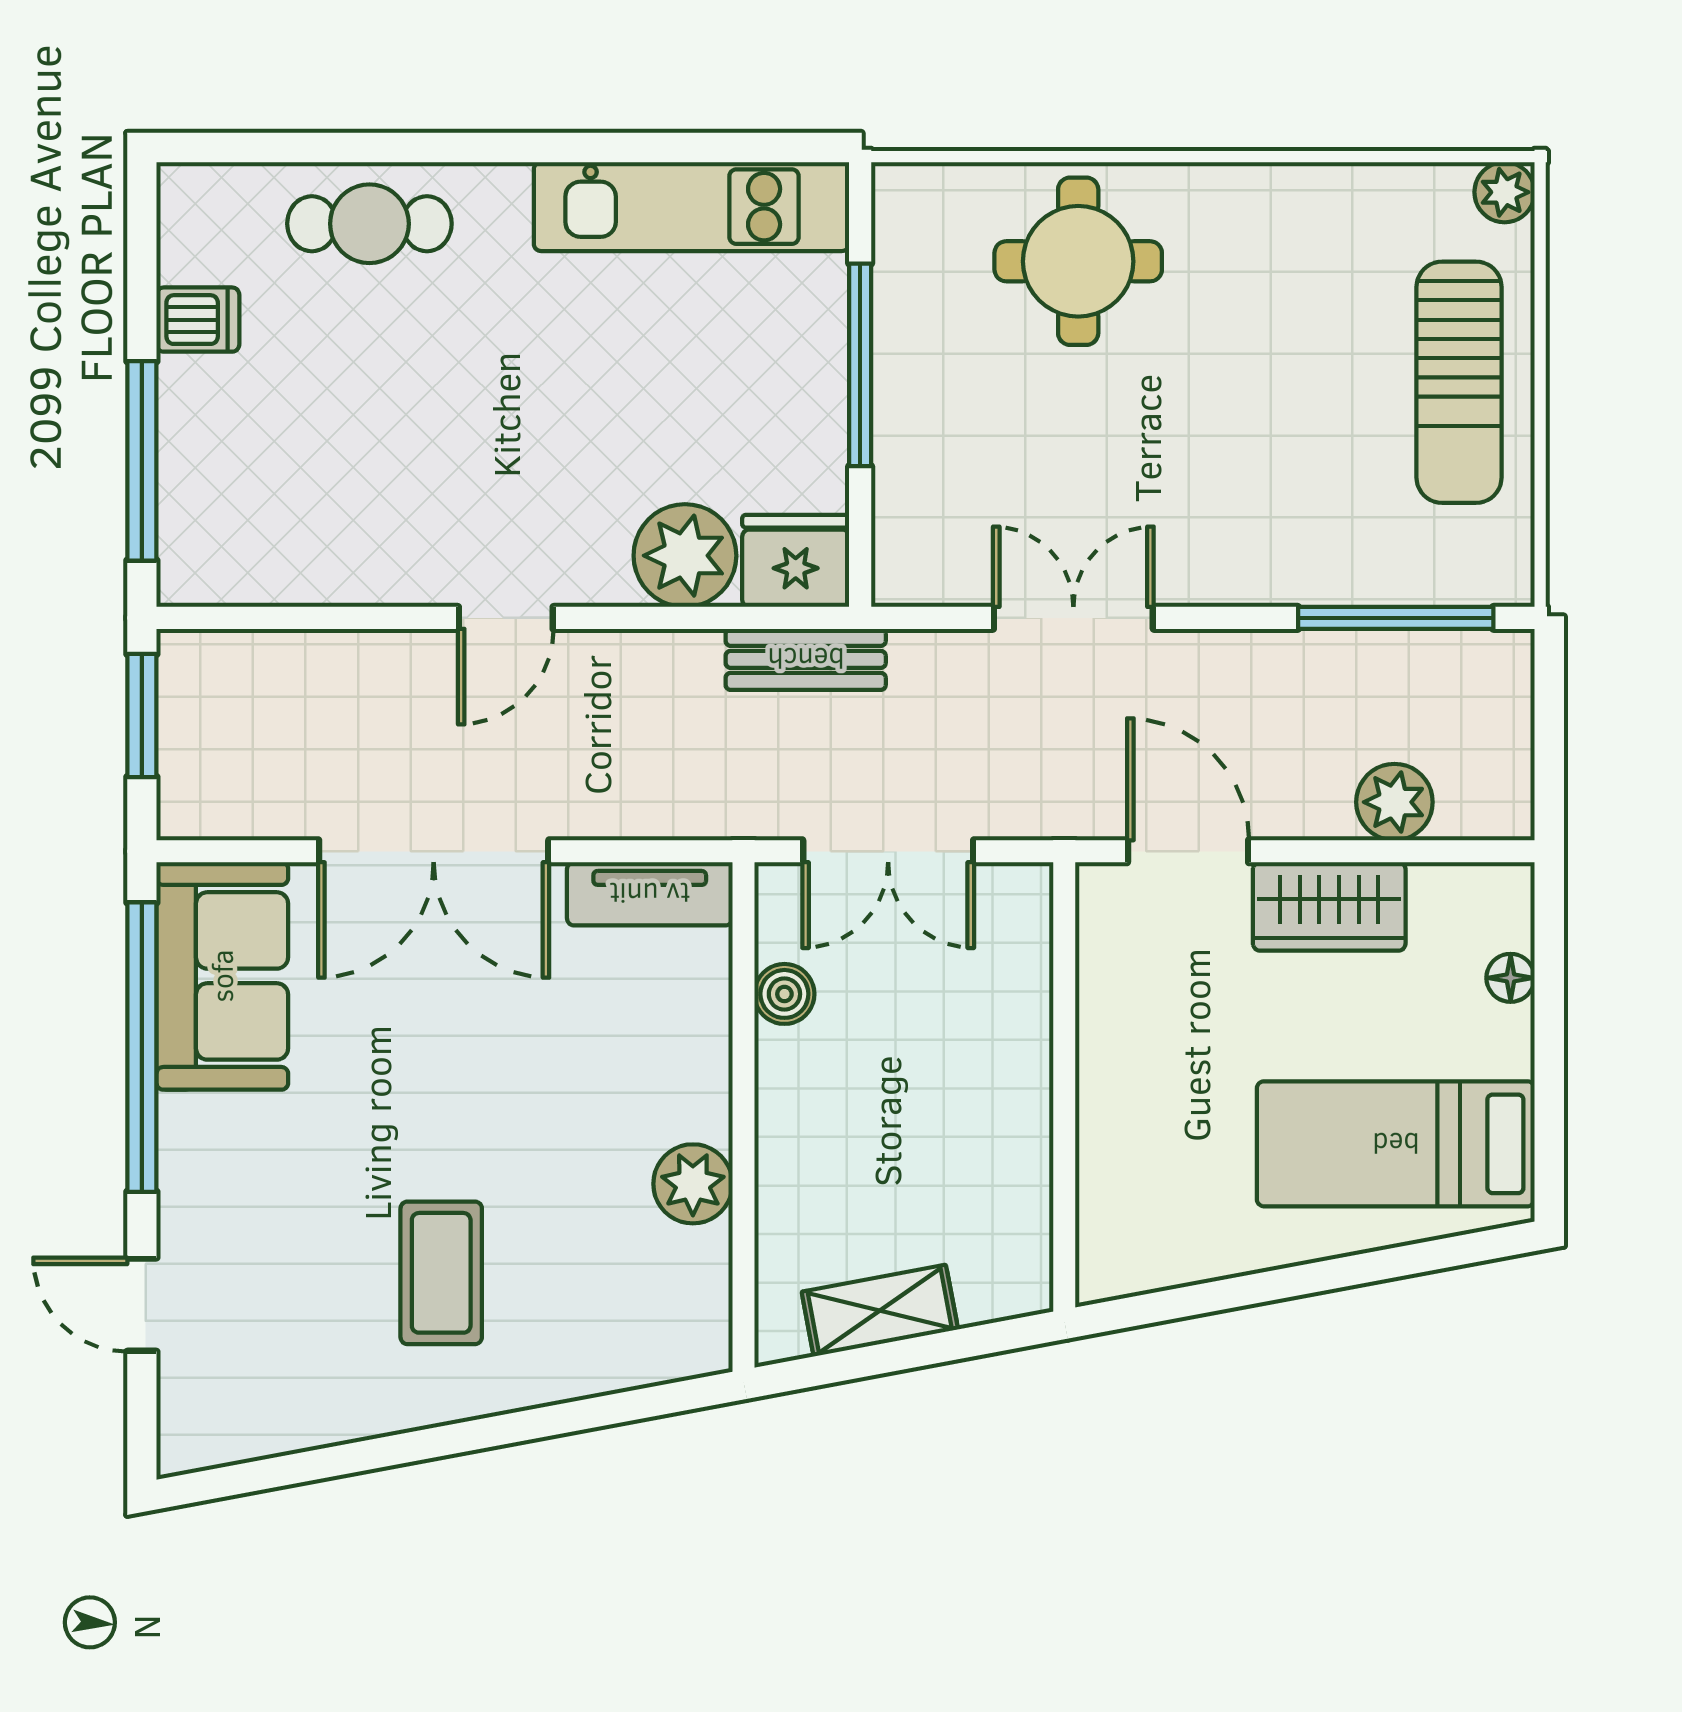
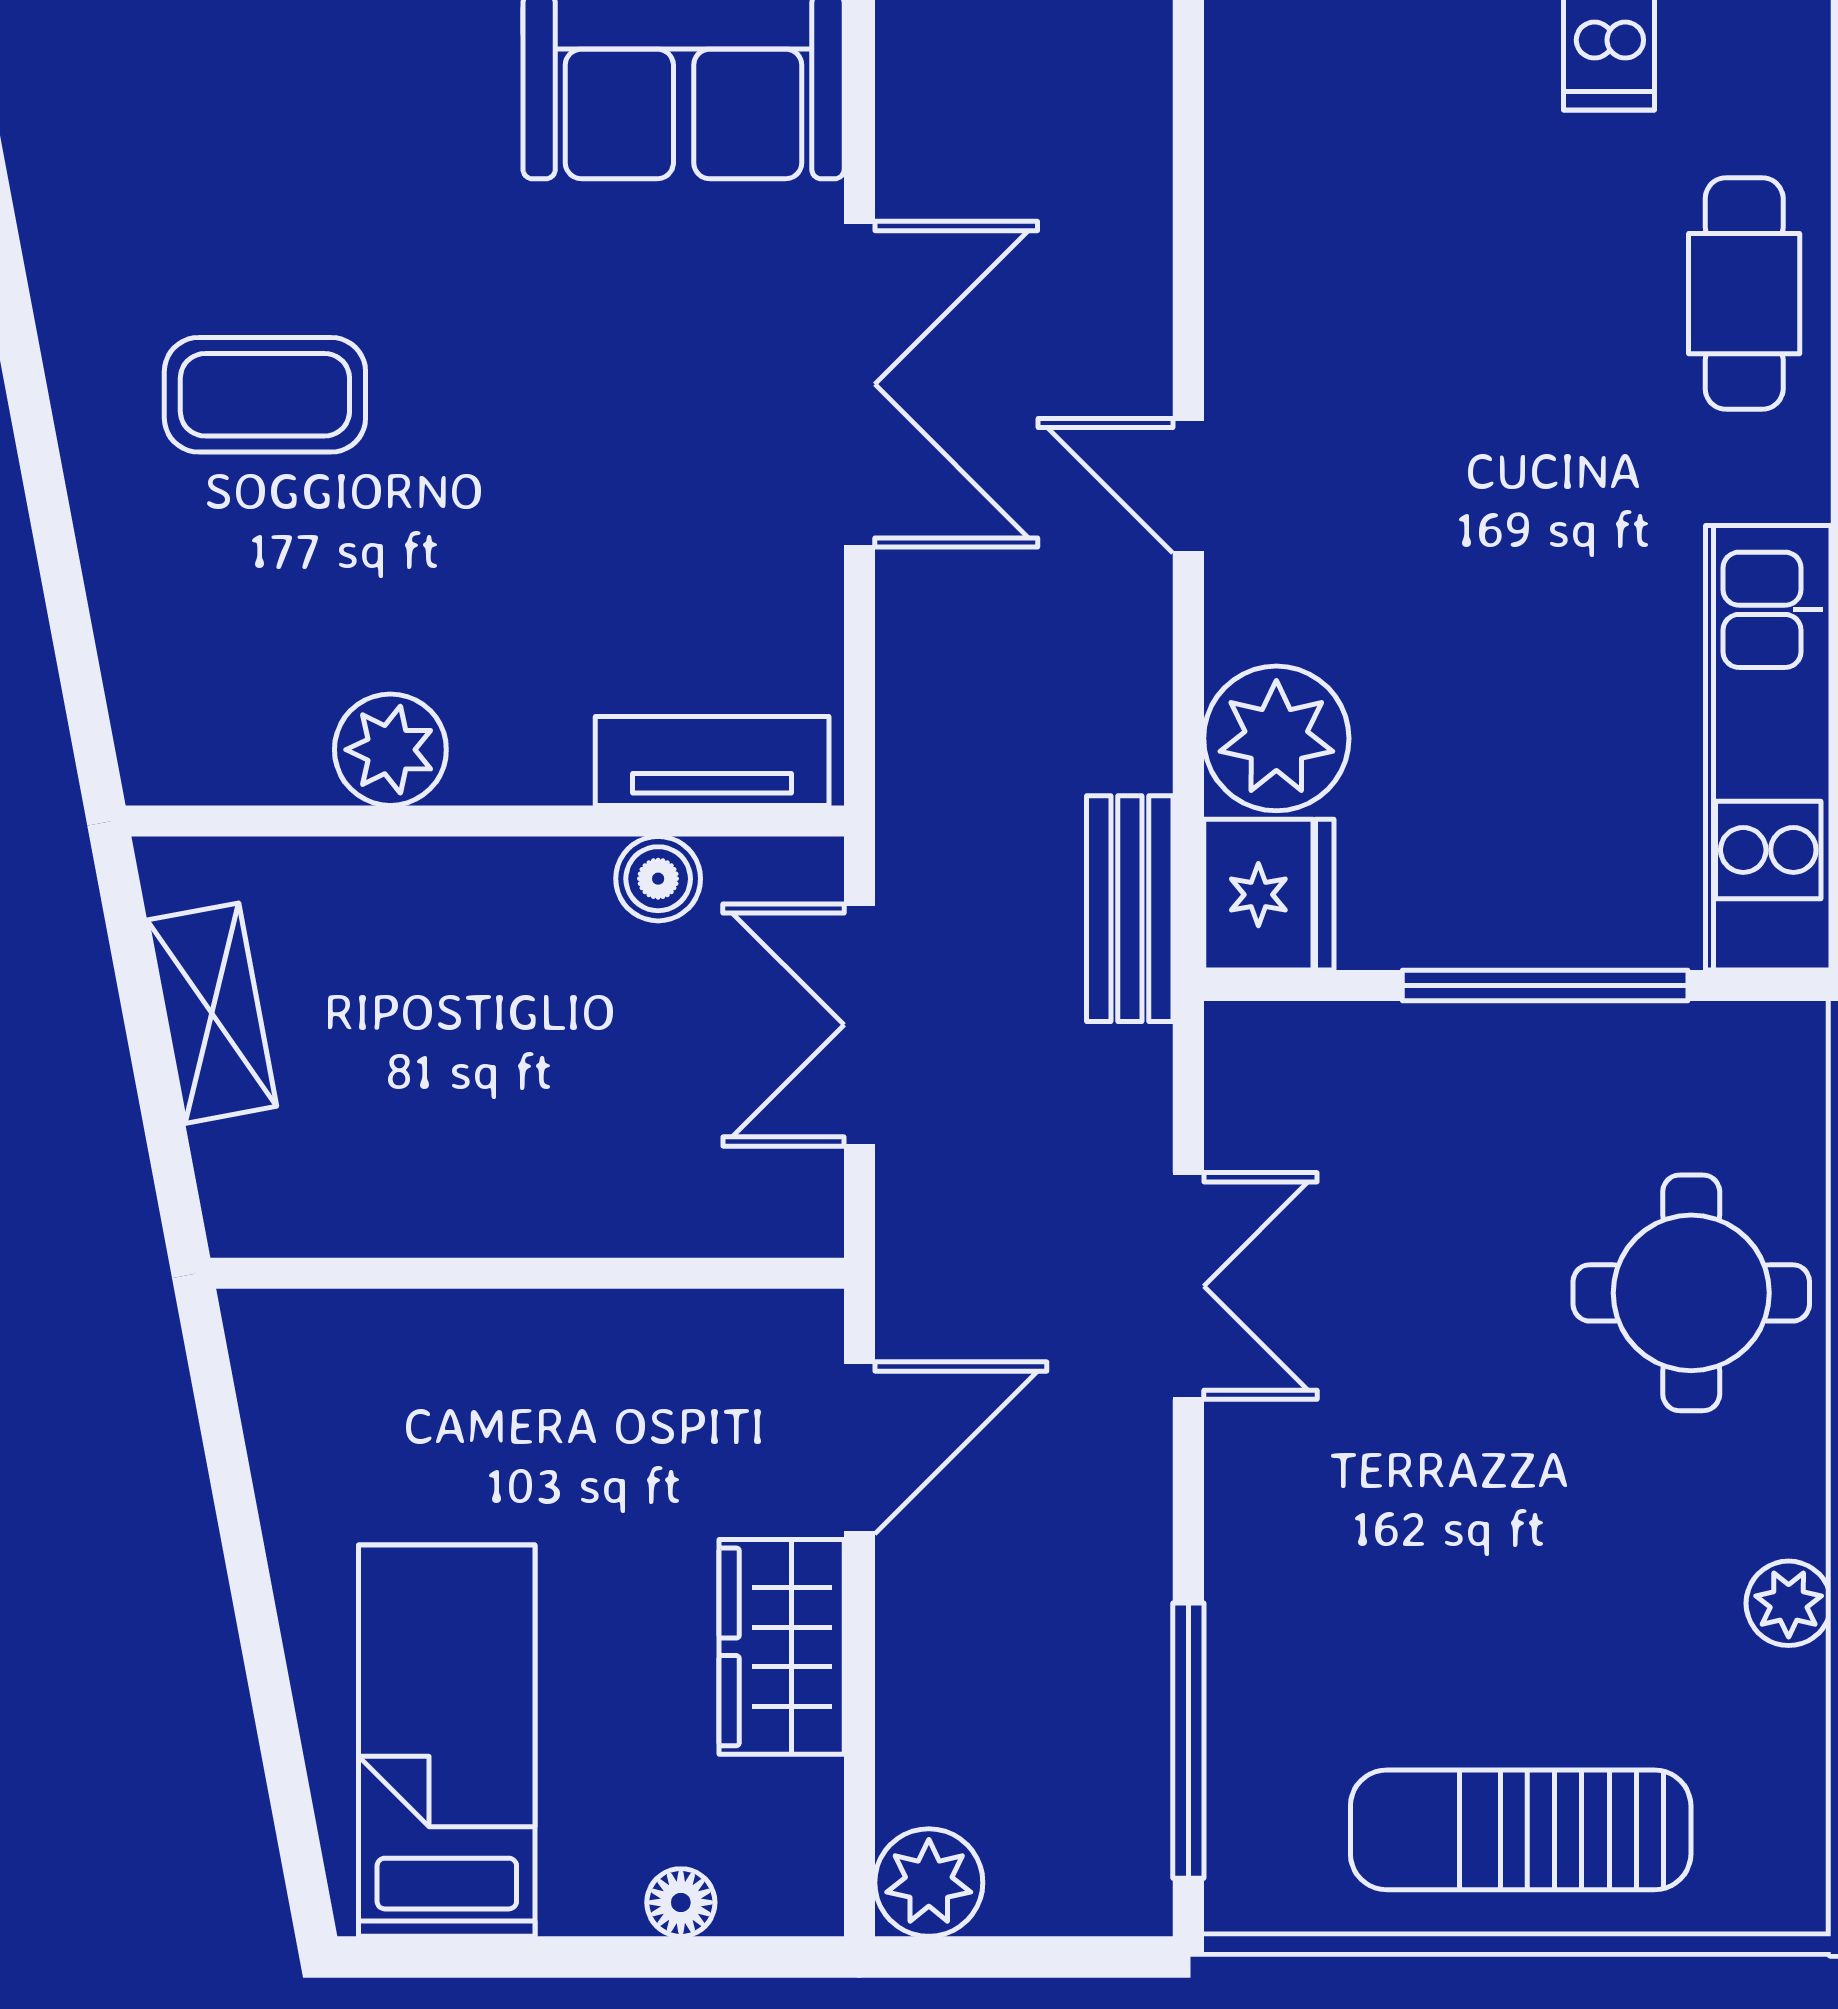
plant: (1505, 192) -> (1789, 1603), moved
plant: (1394, 802) -> (929, 1883), moved
double door: (434, 851) -> (859, 384), swing flipped
tv unit: (650, 894) -> (712, 761), moved, turned 90

